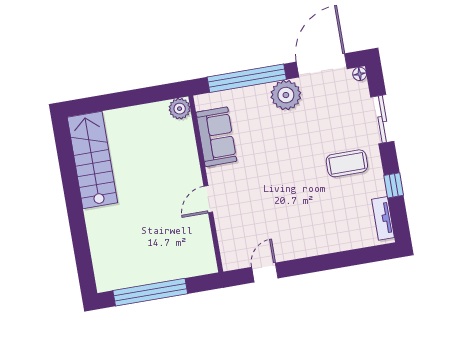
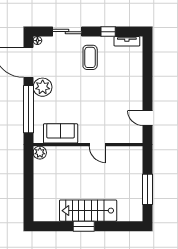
stairs: (92, 160) -> (88, 211), moved
window: (73, 200) -> (84, 226), added
window: (150, 292) -> (147, 189), width x0.68

